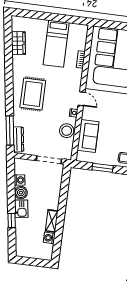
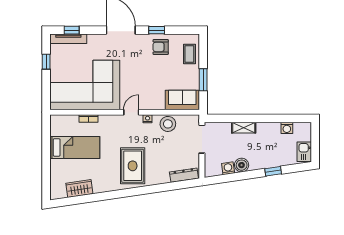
rug: (33, 94) -> (133, 166), turned 90
window: (10, 130) -> (176, 186), removed
sofa: (88, 136) -> (182, 100), moved
kitchen sink: (21, 209) -> (304, 152), moved, turned -82
shelving: (52, 221) -> (244, 128), moved

